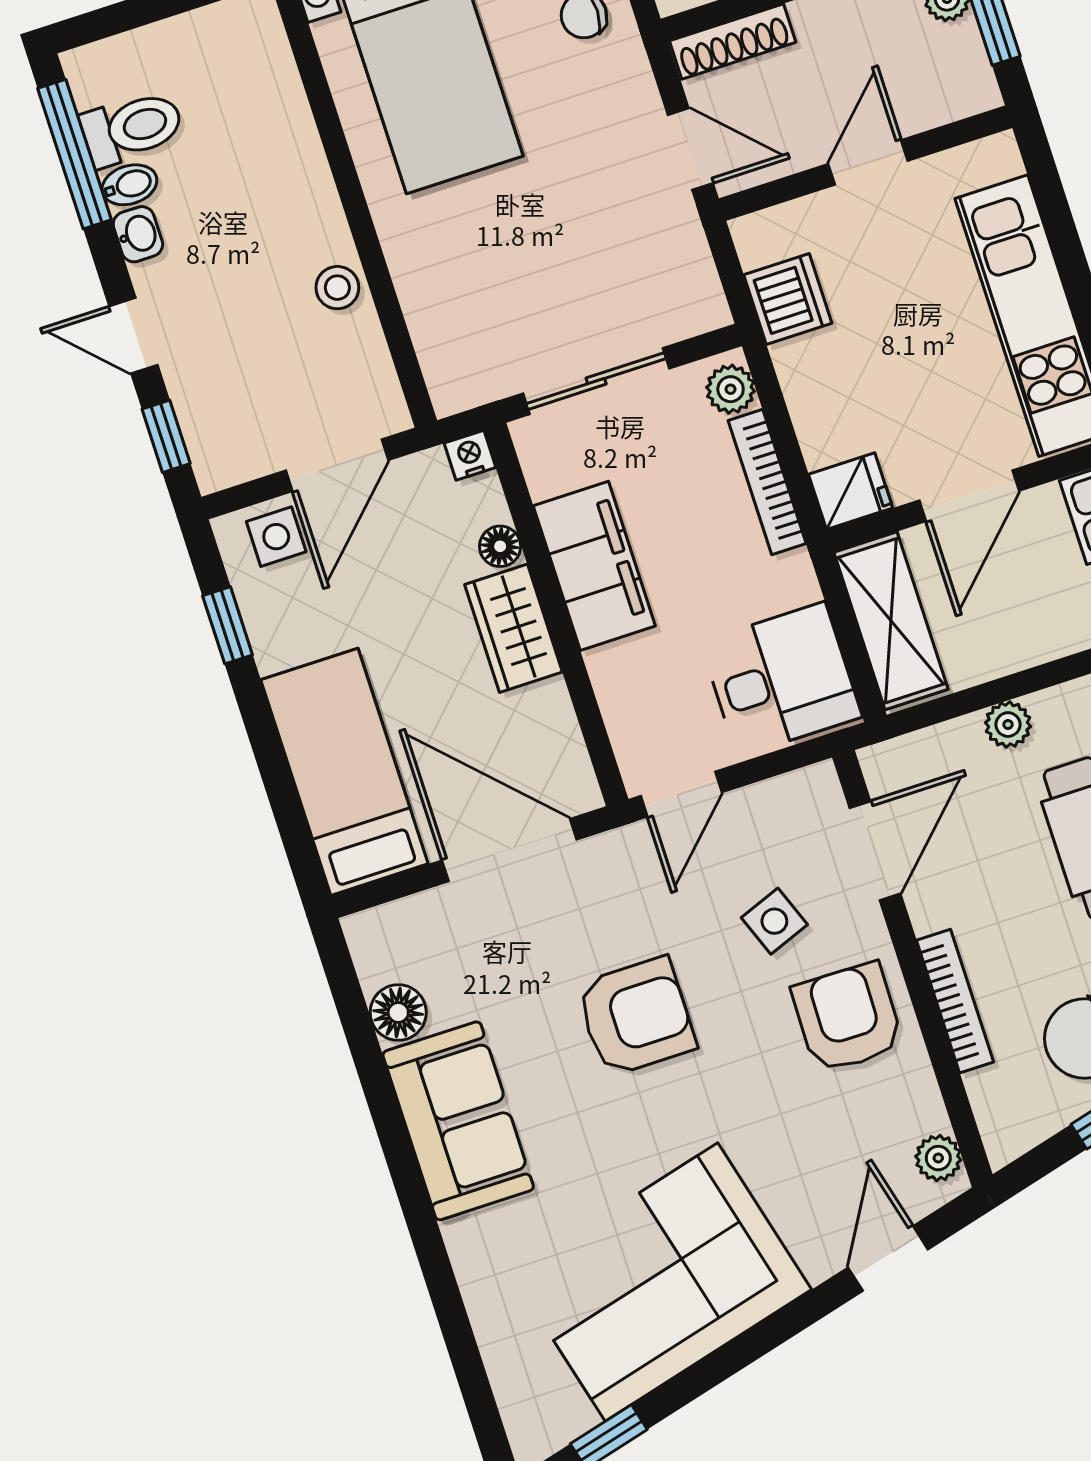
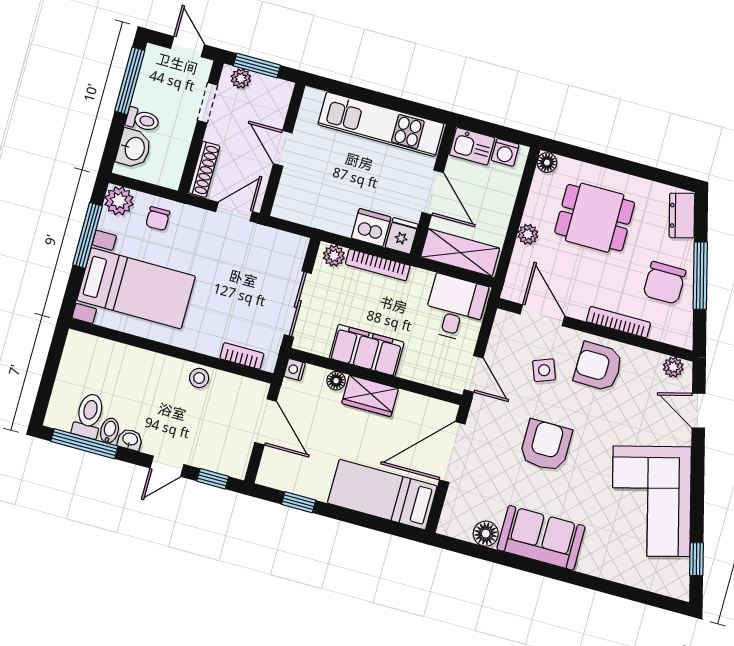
dishwasher: (788, 299) -> (371, 228), moved
bookcase: (431, 340) -> (242, 356), added
side table: (276, 537) -> (277, 462), removed

